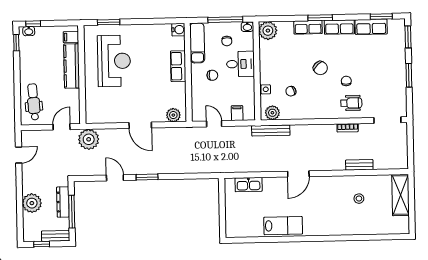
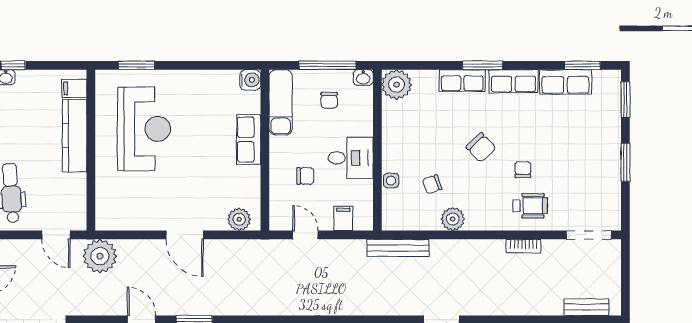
desk: (240, 64) -> (351, 158), moved
chair: (212, 75) -> (305, 176), moved
plant: (272, 113) -> (453, 219), moved
door: (62, 127) -> (56, 235), swing flipped
bench: (359, 165) -> (587, 307), moved

